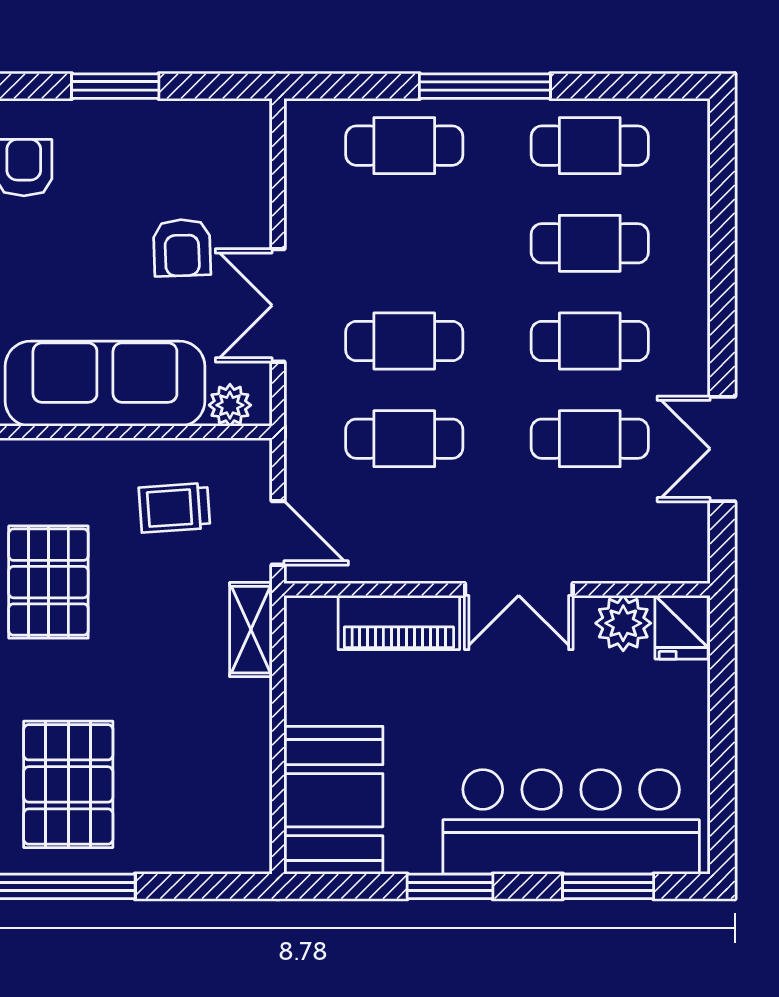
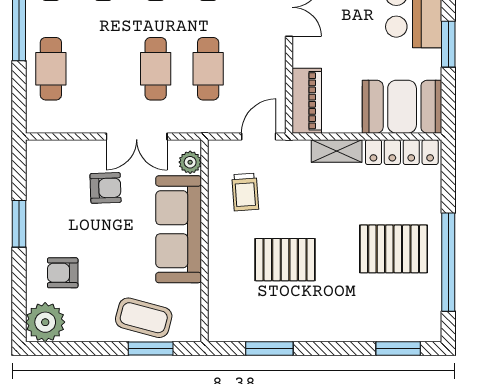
piano: (399, 623) -> (307, 101), moved
shelving: (251, 630) -> (337, 151), moved
locker: (249, 800) -> (402, 152), added

